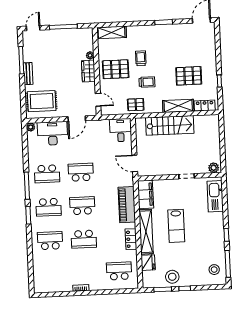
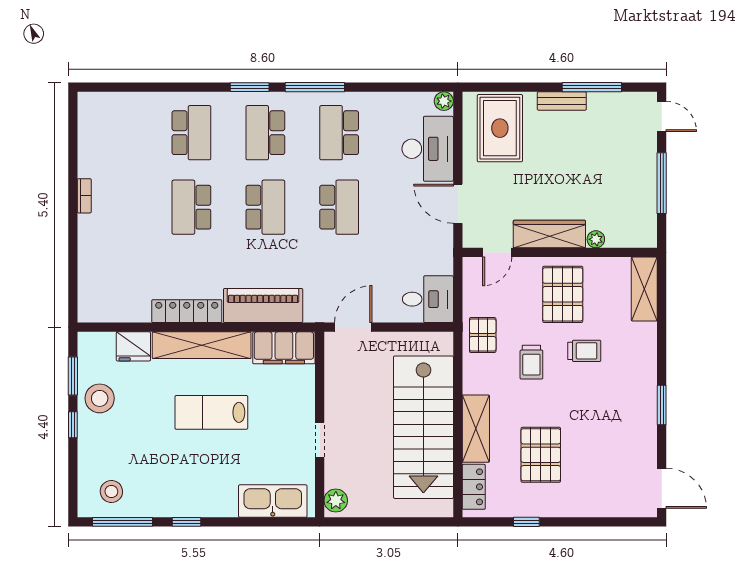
wardrobe: (88, 71) -> (549, 234), width x1.50
stairs: (170, 125) -> (423, 427), width x1.36, depth x1.51
locker: (131, 239) -> (187, 311), width x1.53
school desk: (119, 271) -> (118, 282), removed

